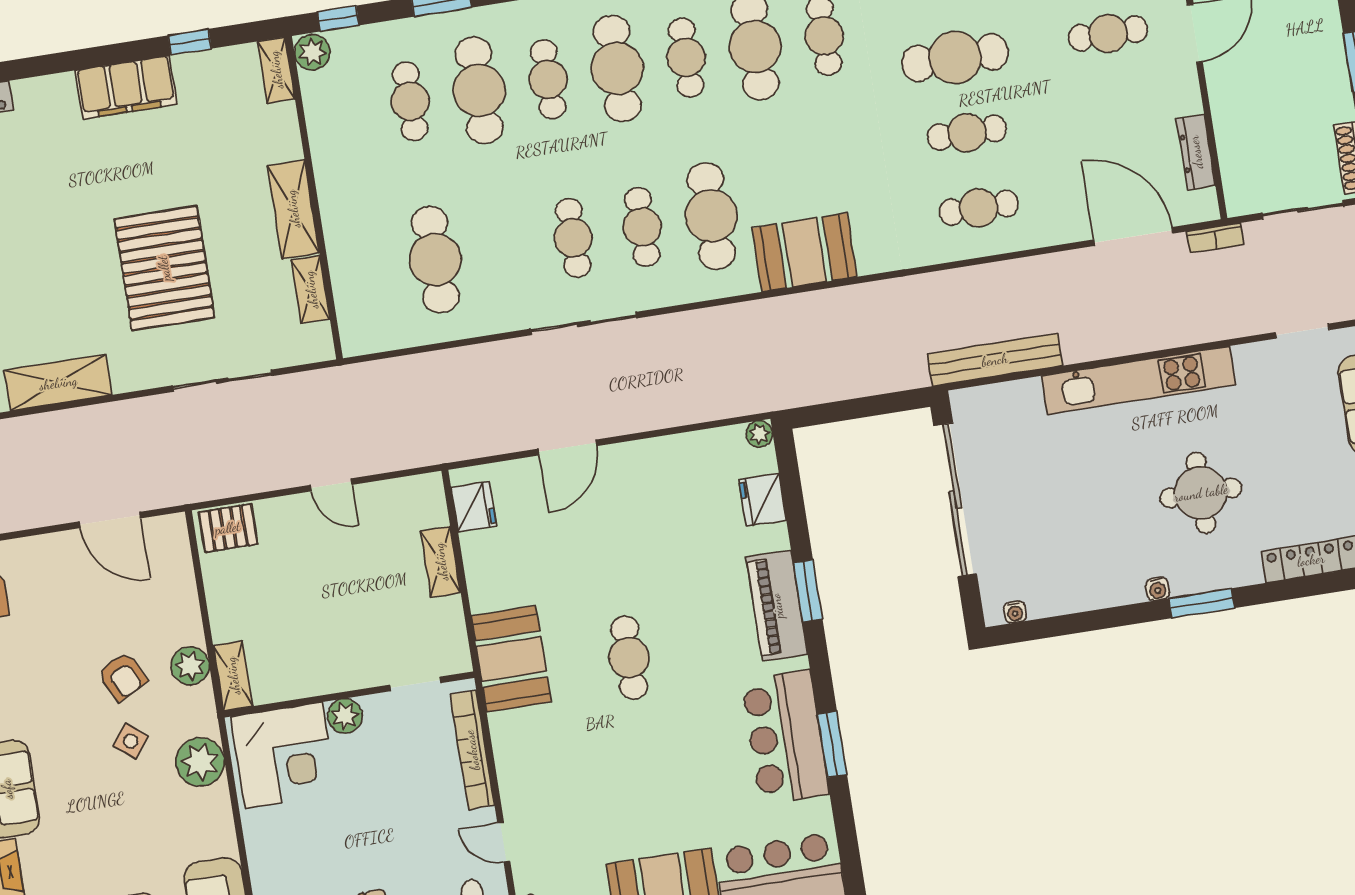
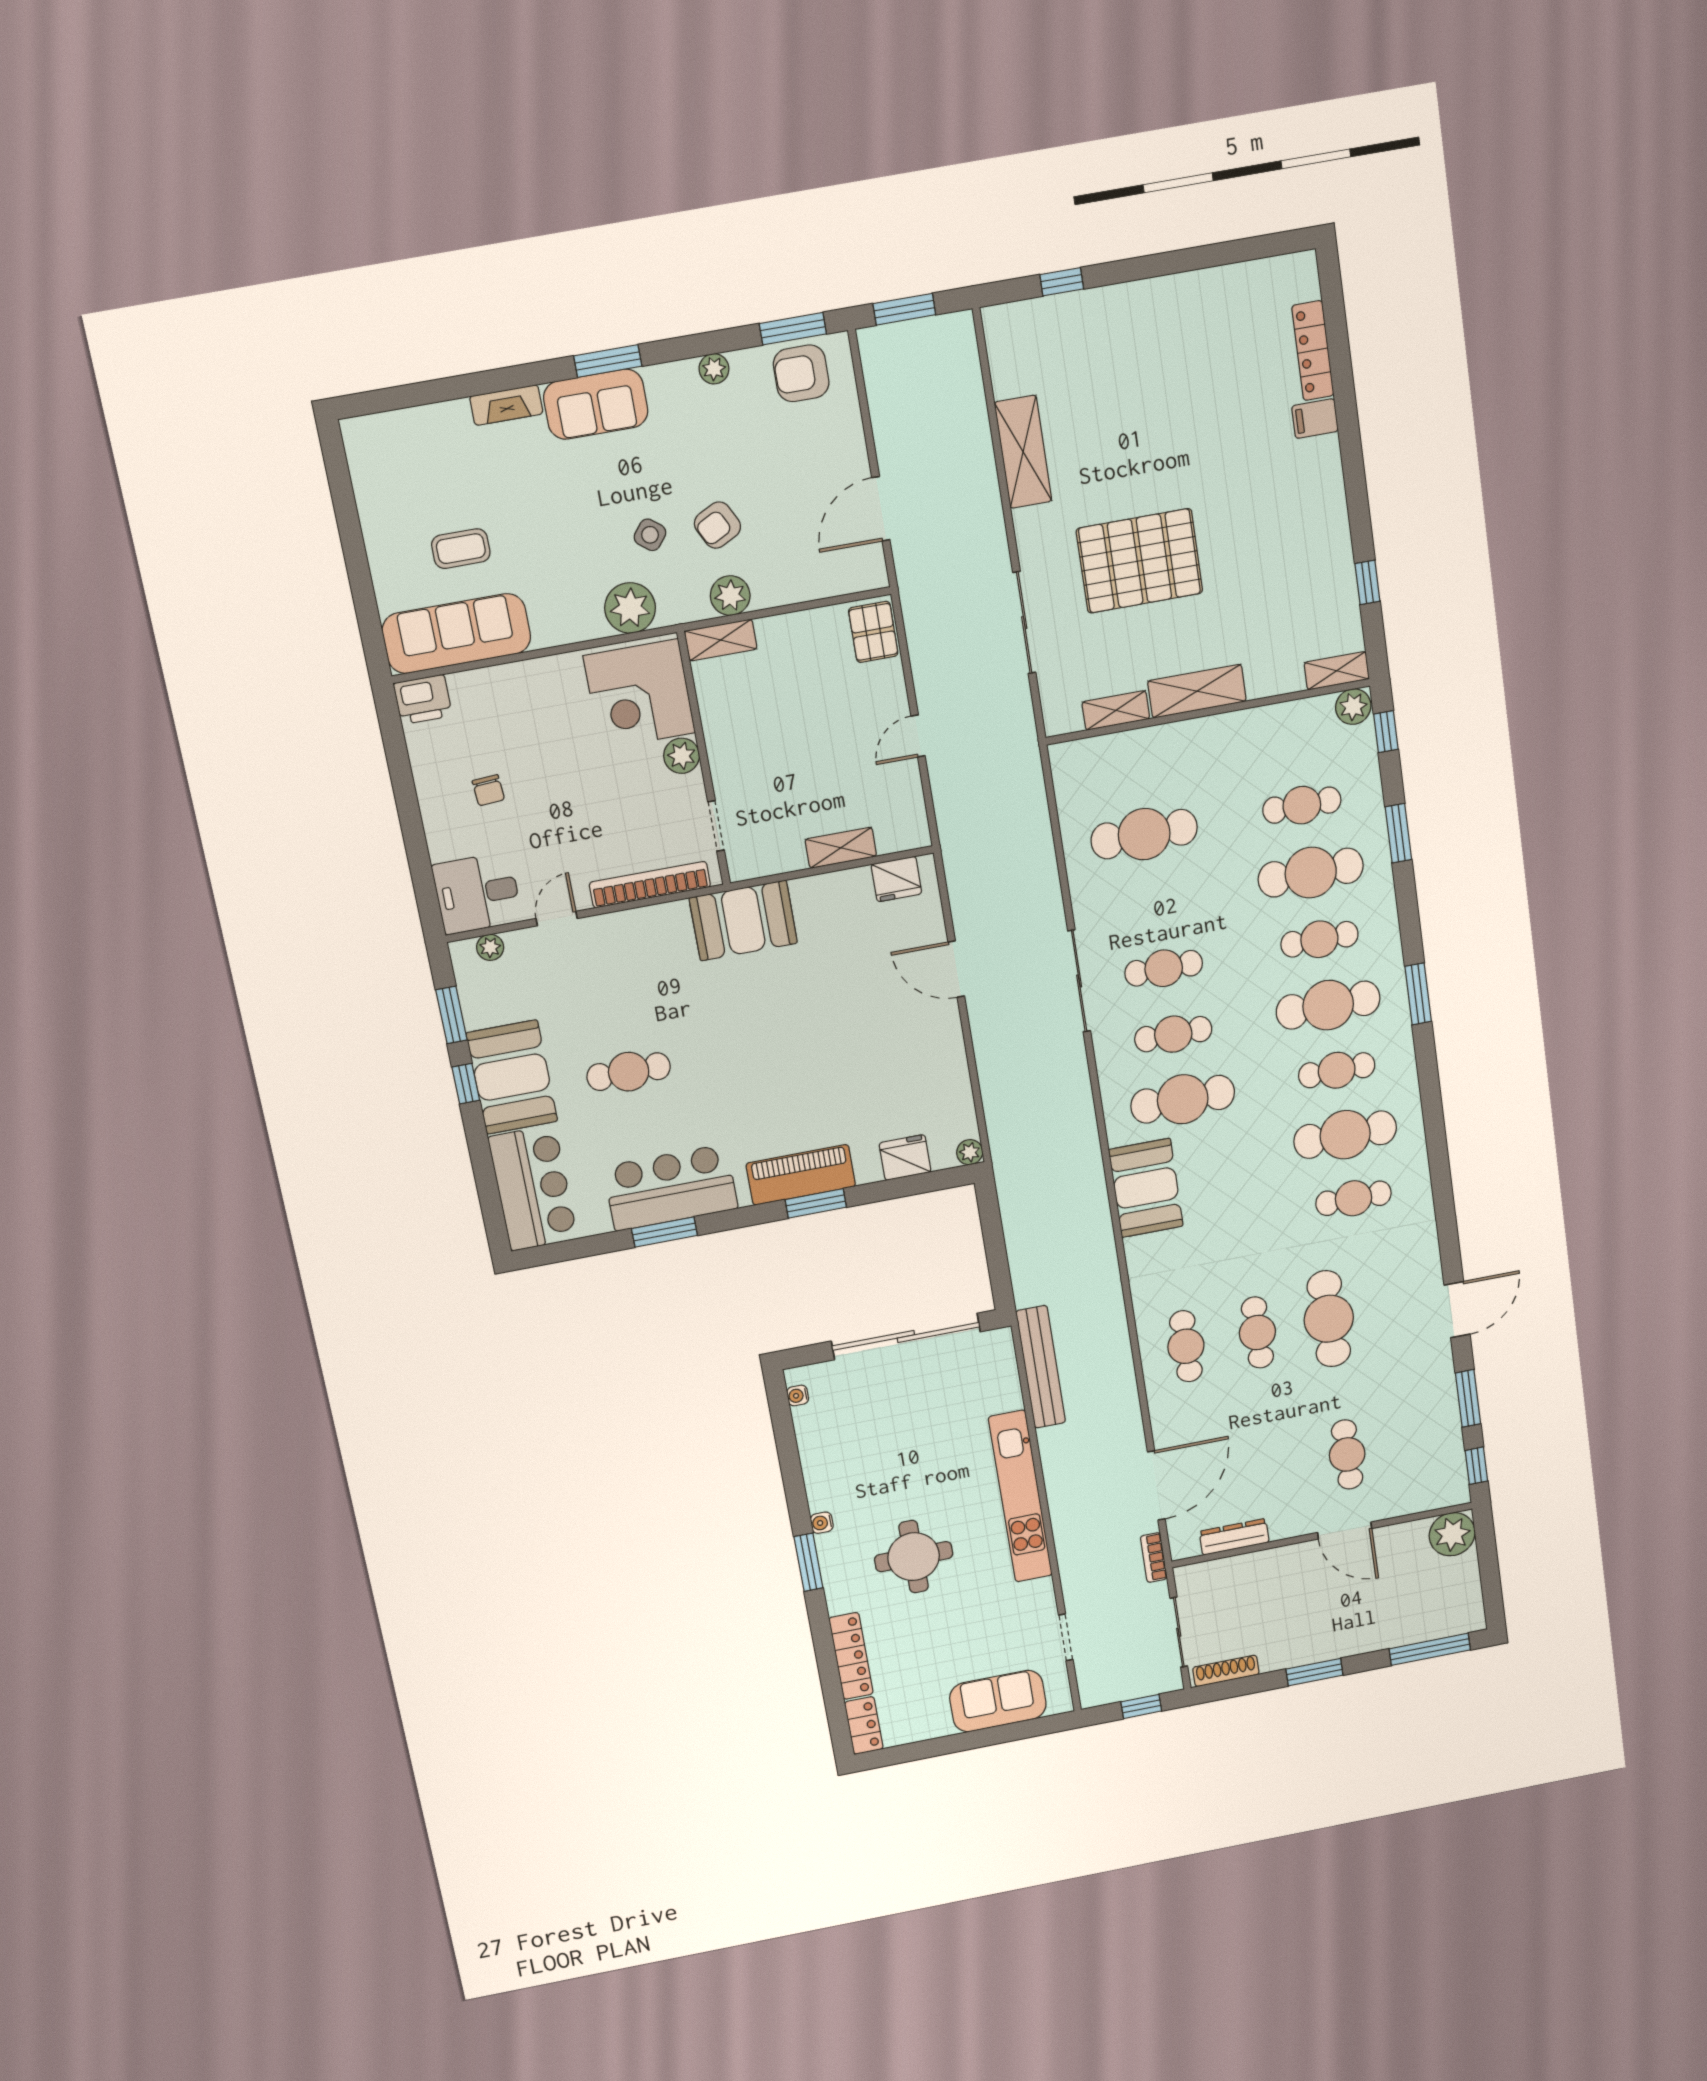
filing cabinet: (126, 87) -> (1315, 419), moved, width x0.33, depth x0.86
cafe table: (629, 658) -> (629, 1072), moved

